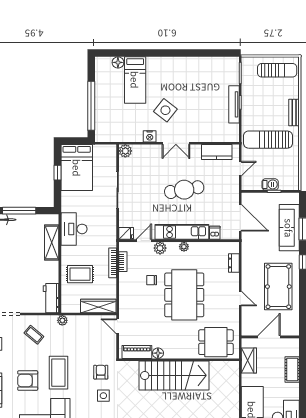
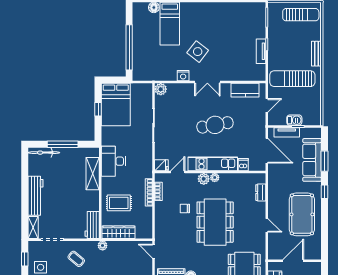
tv unit: (234, 104) -> (261, 51), width x0.71
tv unit: (262, 198) -> (287, 132), added
plant: (160, 248) -> (204, 179), moved
wardrobe: (98, 306) -> (119, 232), moved

